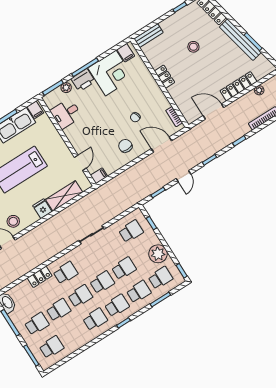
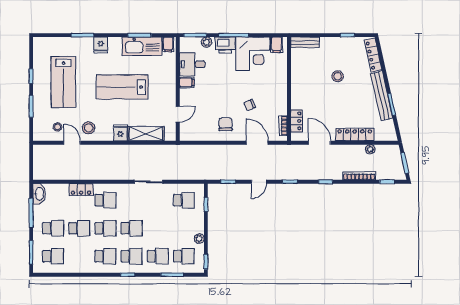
locker: (164, 77) -> (297, 121), moved
filing cabinet: (99, 176) -> (187, 82), moved
plant: (158, 254) -> (199, 239), width x0.53, depth x0.53
school desk: (124, 268) -> (158, 228), removed

